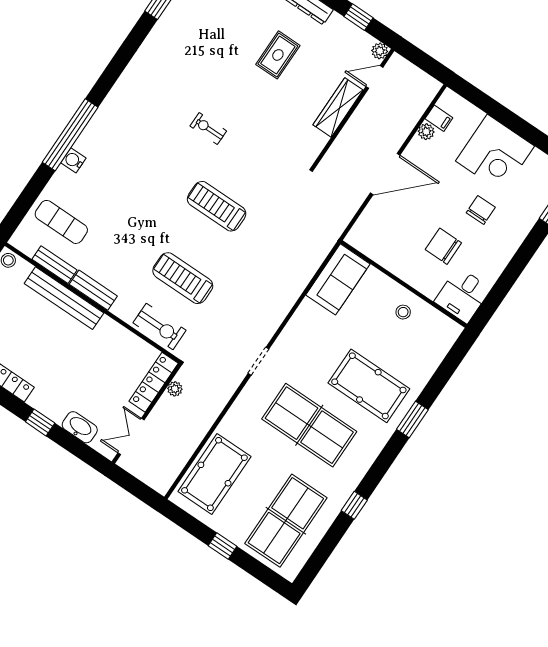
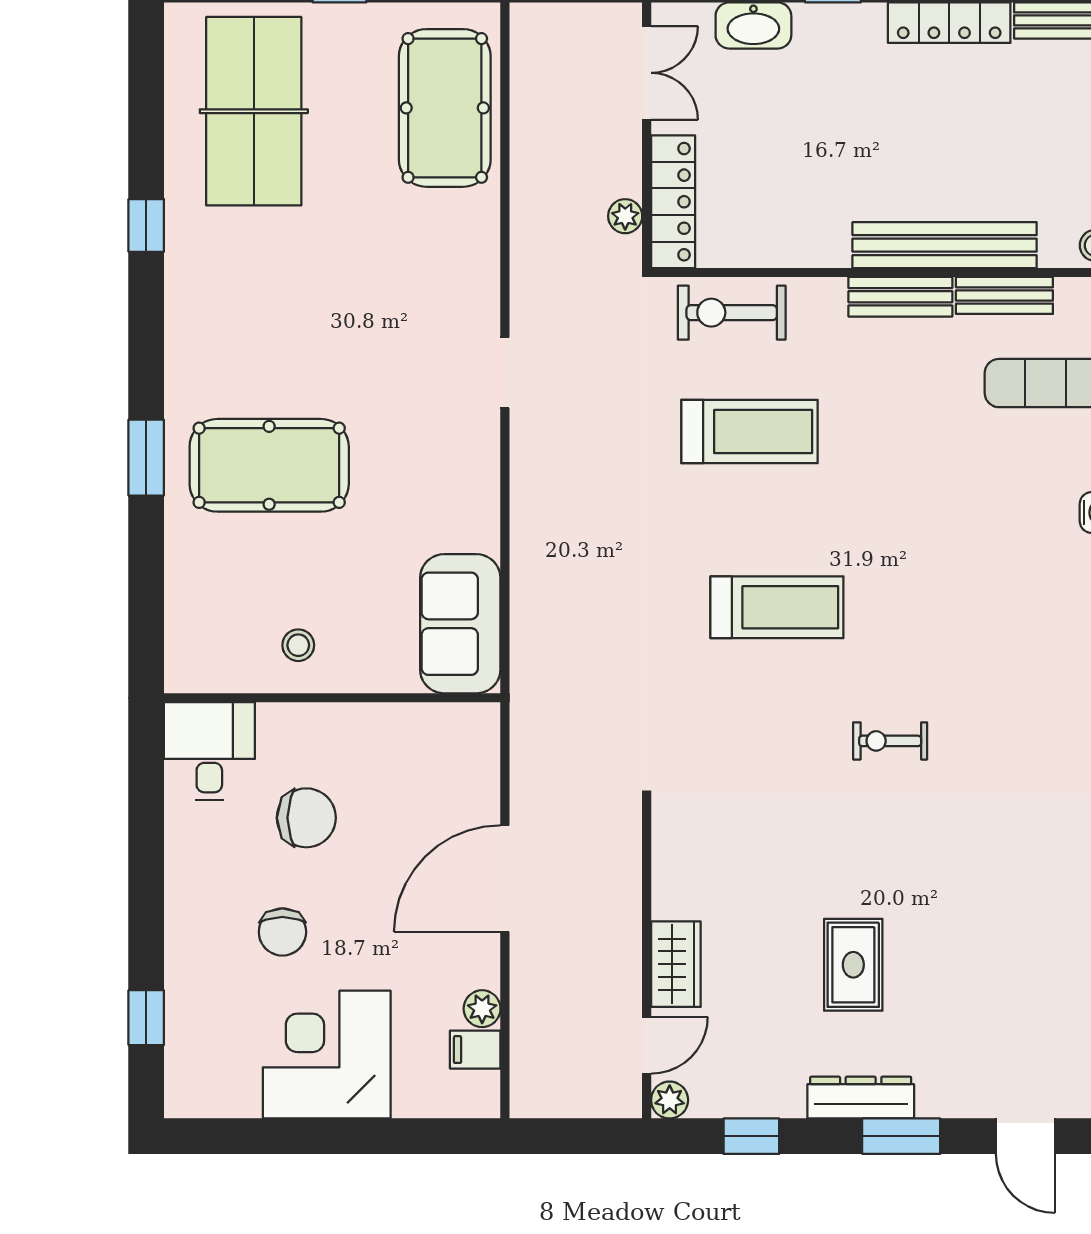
wardrobe: (338, 107) -> (676, 964), width x0.67
exercise bike: (208, 128) -> (890, 741), turned 180
table tennis table: (309, 425) -> (330, 317), removed

